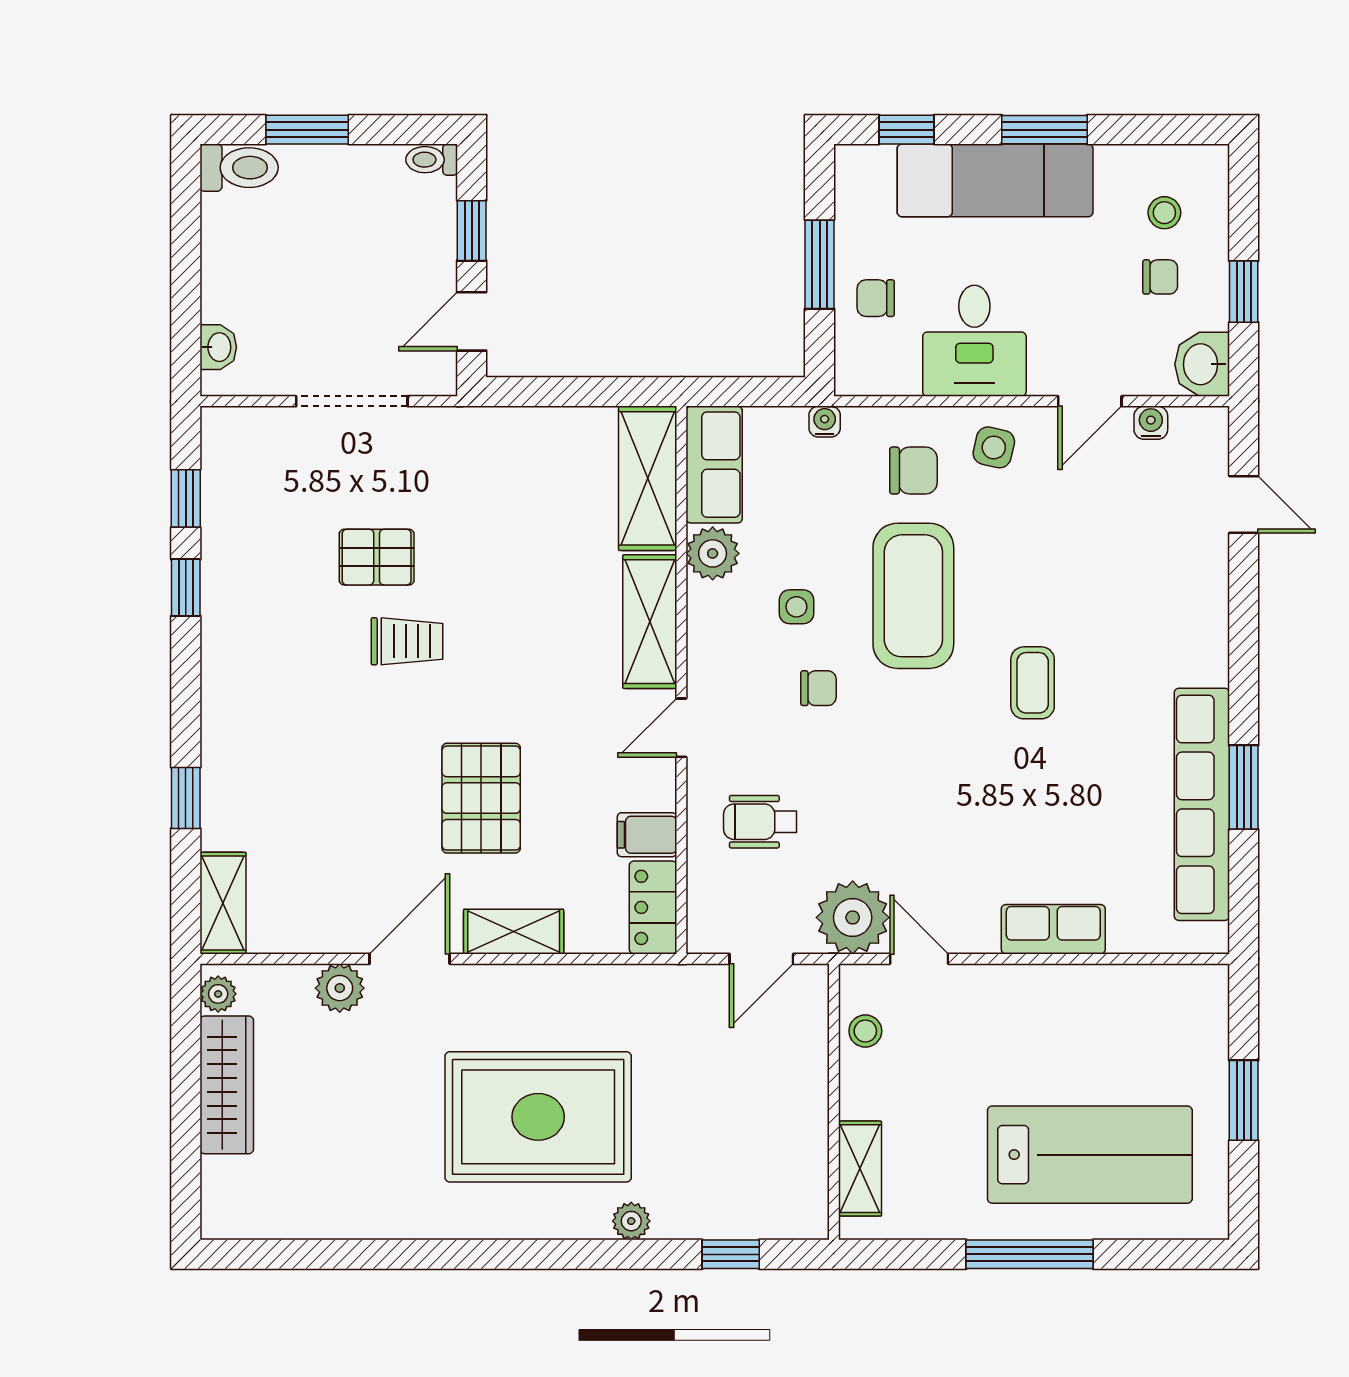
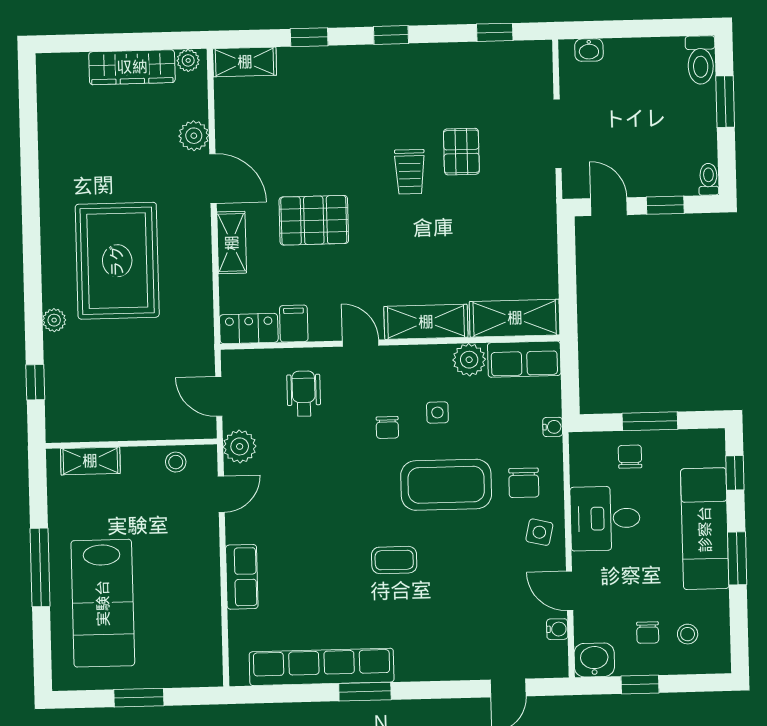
window: (186, 588) -> (391, 35), moved
window: (1244, 787) -> (365, 692), moved
plant: (853, 917) -> (240, 446), width x0.73, depth x0.73

